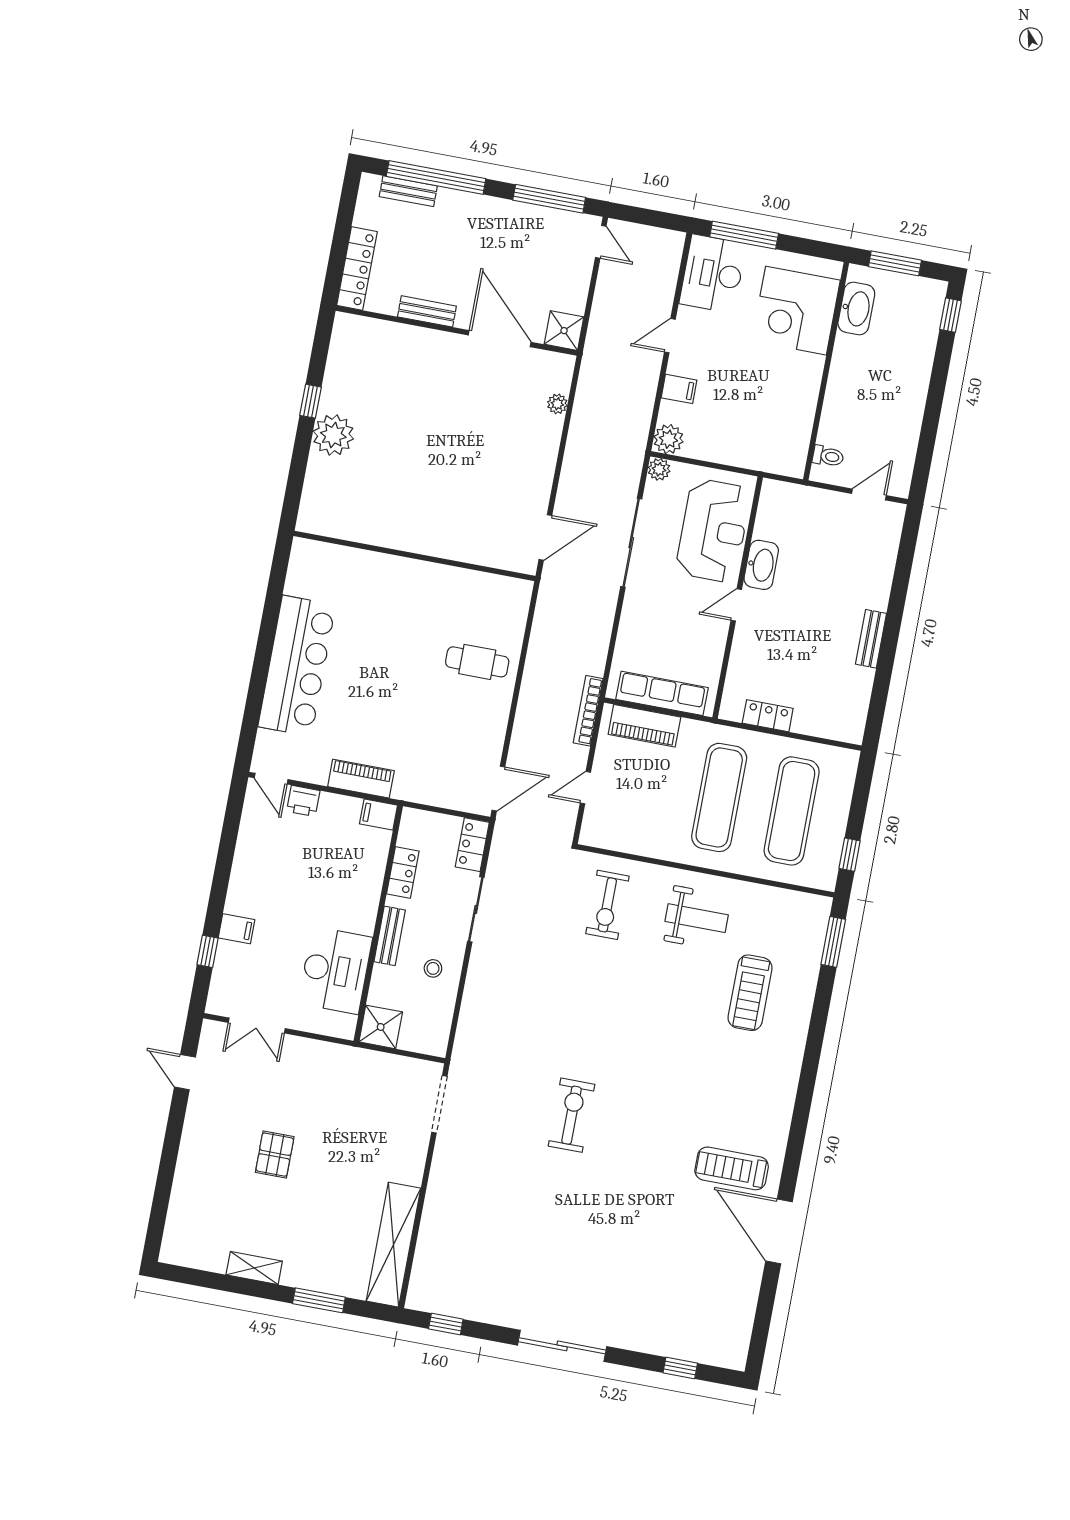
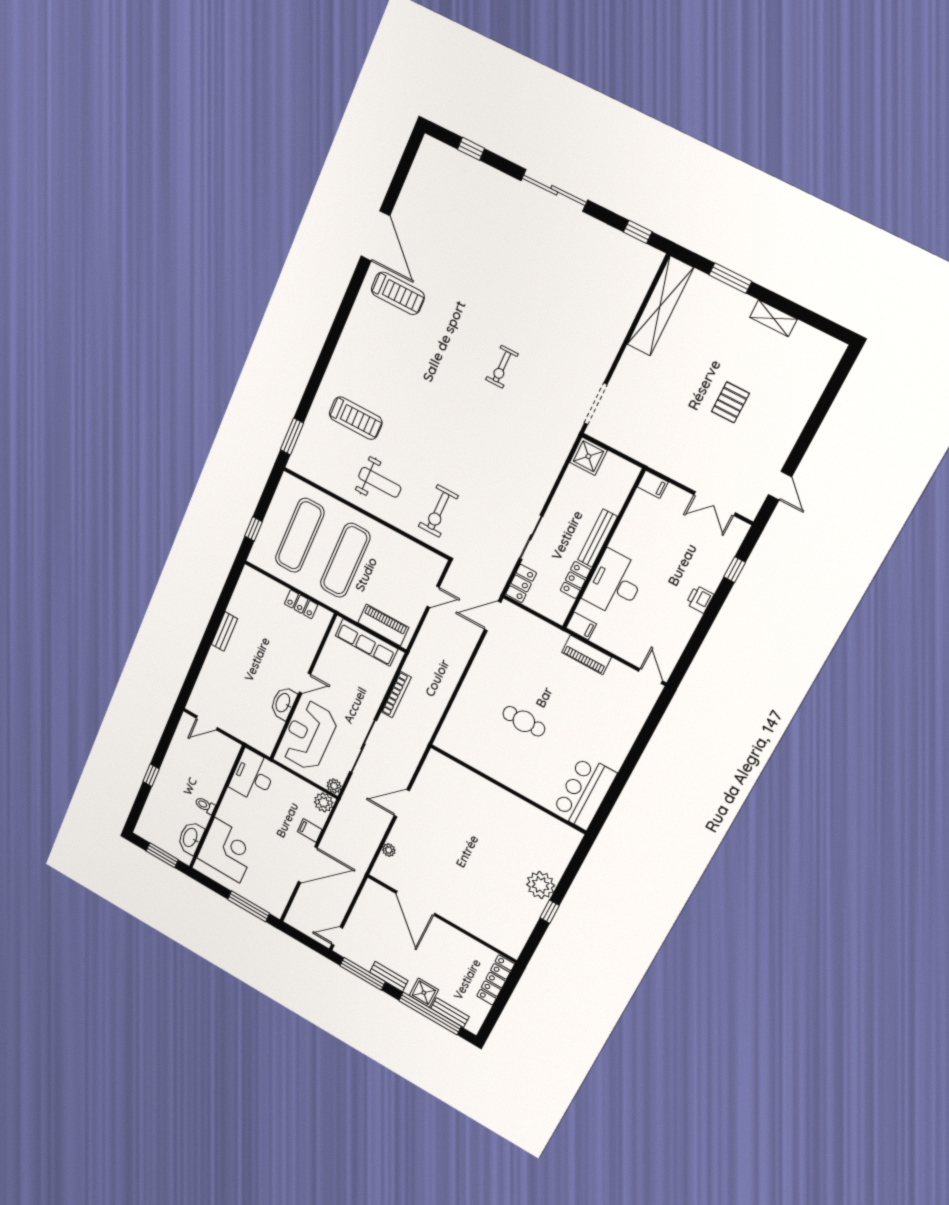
door: (601, 242) -> (337, 936), hinge flipped
desk: (713, 274) -> (253, 776), moved, turned 180
bench: (427, 311) -> (389, 976), moved
window: (950, 315) -> (151, 775), moved
shower: (564, 331) -> (424, 993), moved
door: (670, 336) -> (308, 865), width x1.88
toilet: (828, 456) -> (205, 805), moved
door: (545, 538) -> (402, 803), moved
cafe table: (477, 662) -> (524, 721), moved
bar counter: (297, 666) -> (584, 793), moved, width x0.73
bookcase: (588, 711) -> (396, 695), moved
printer: (303, 801) -> (700, 599), moved, turned -90
window: (850, 855) -> (254, 529), moved
exercise bike: (607, 905) -> (438, 511), turned 180
weight bench: (697, 918) -> (380, 482), turned 180
filing cabinet: (237, 929) -> (653, 484), moved, turned 180
bench: (390, 936) -> (597, 538), width x1.36
stool: (433, 968) -> (573, 505), removed
desk: (335, 970) -> (614, 584), moved
treadmill: (750, 993) -> (356, 418), turned 90
double door: (257, 1026) -> (715, 504), swing flipped
shower: (381, 1027) -> (588, 456), moved
exercise bike: (571, 1115) -> (502, 367), width x0.73, depth x0.72

